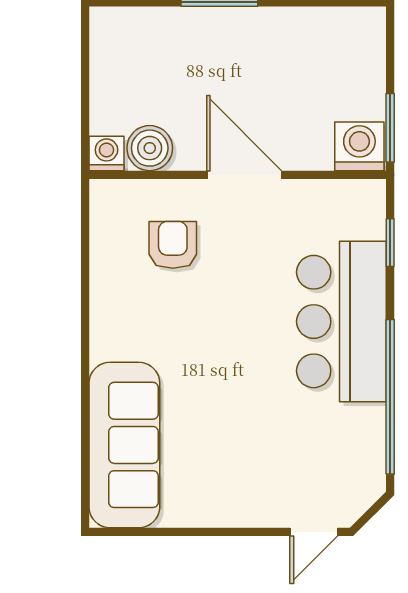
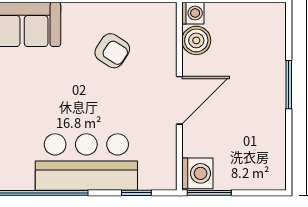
armchair: (173, 245) -> (112, 51), moved, turned 33

